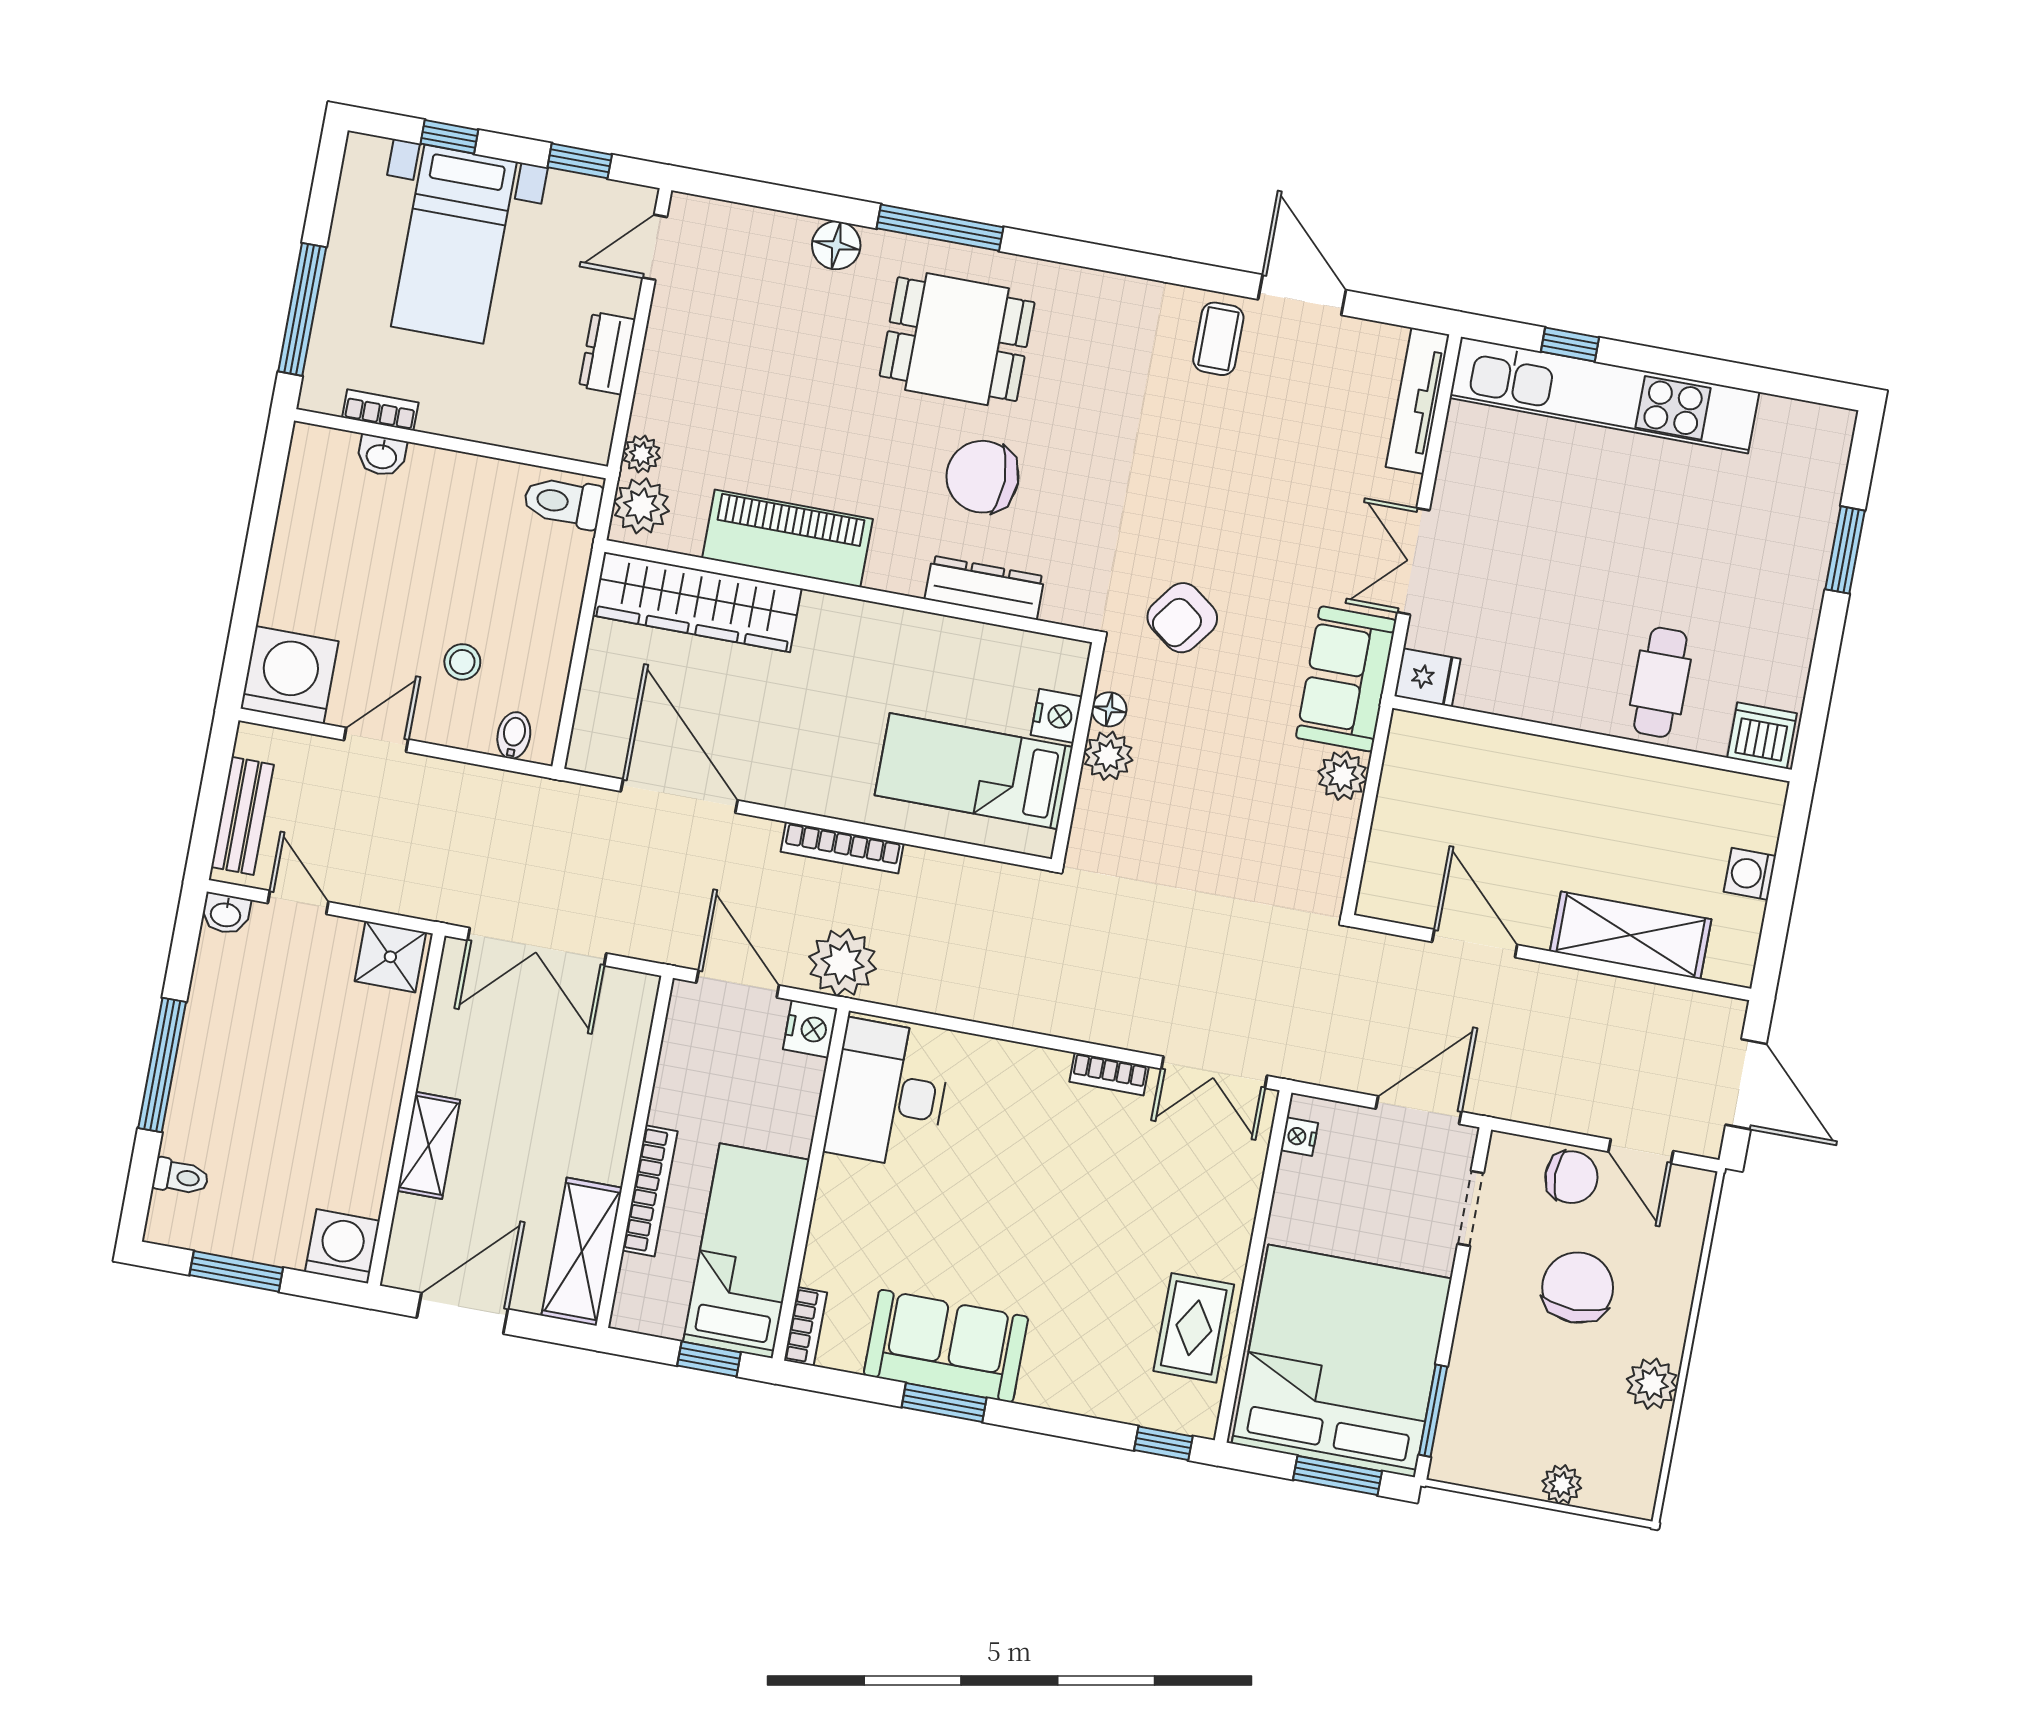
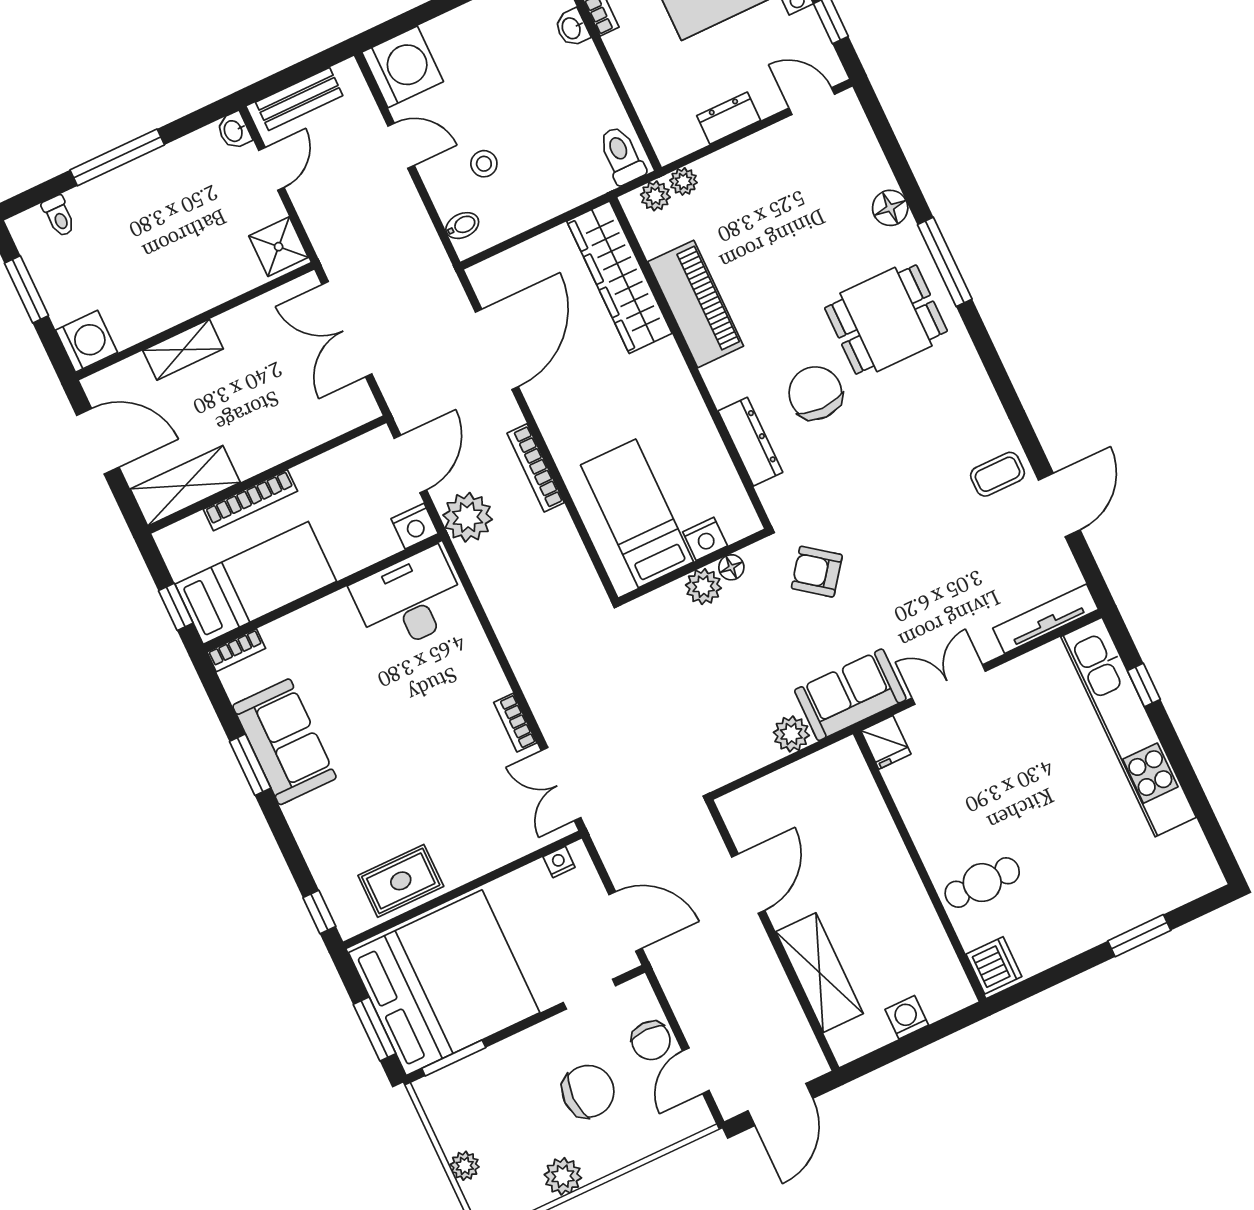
dining table: (957, 339) -> (886, 320), turned 90
plant: (641, 506) -> (655, 196), width x0.73, depth x0.73

